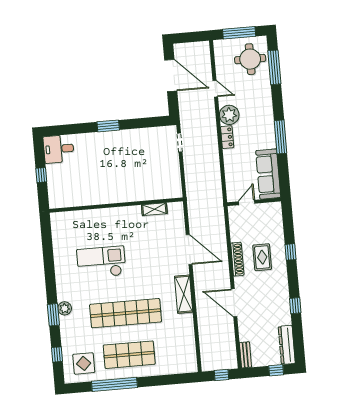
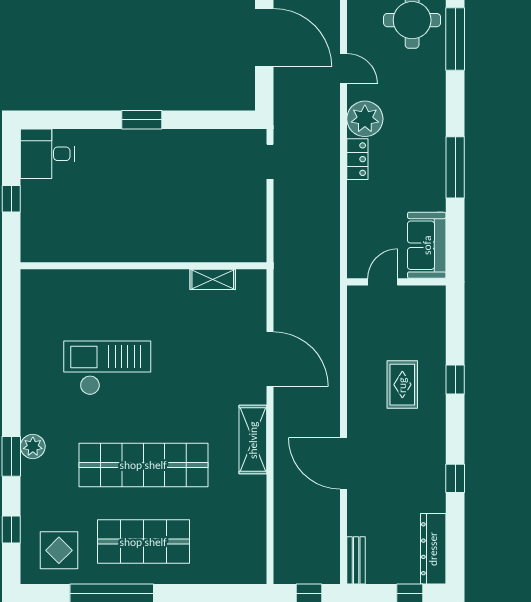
sofa: (268, 174) -> (427, 245), width x0.73
shoe rack: (237, 259) -> (356, 384), removed

